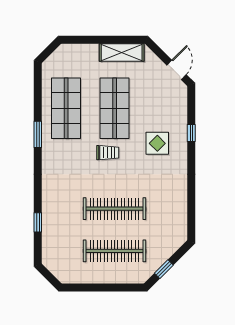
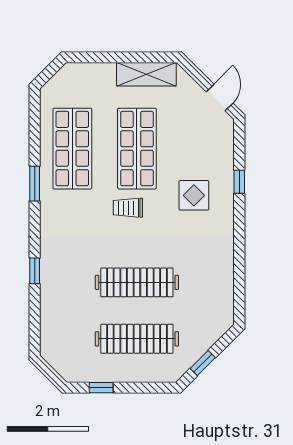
trolley: (108, 153) -> (128, 208), turned 180
window: (38, 222) -> (35, 271), moved
window: (88, 288) -> (101, 388), added

